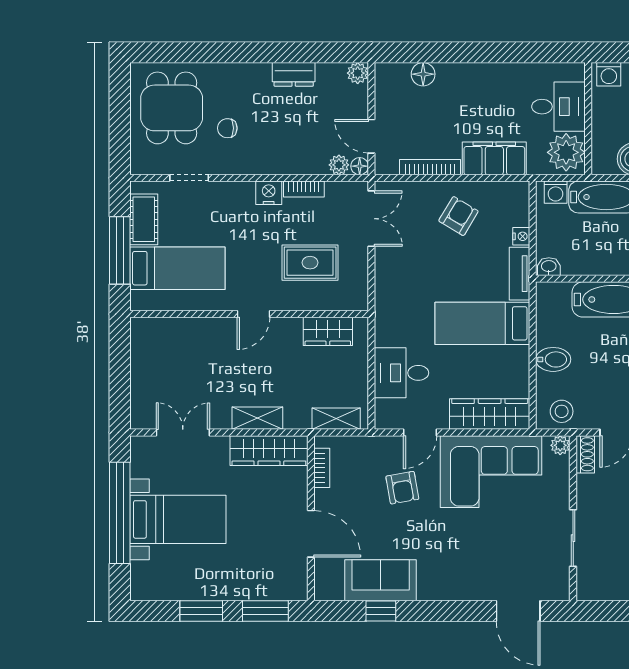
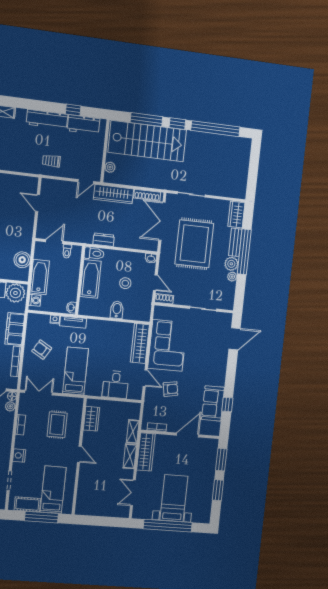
nightstand: (269, 193) -> (19, 455), moved
bed: (482, 323) -> (76, 371), moved, turned 180
stool: (562, 411) -> (125, 283), moved
shelving: (336, 419) -> (133, 432), moved
plant: (560, 445) -> (159, 311), removed

